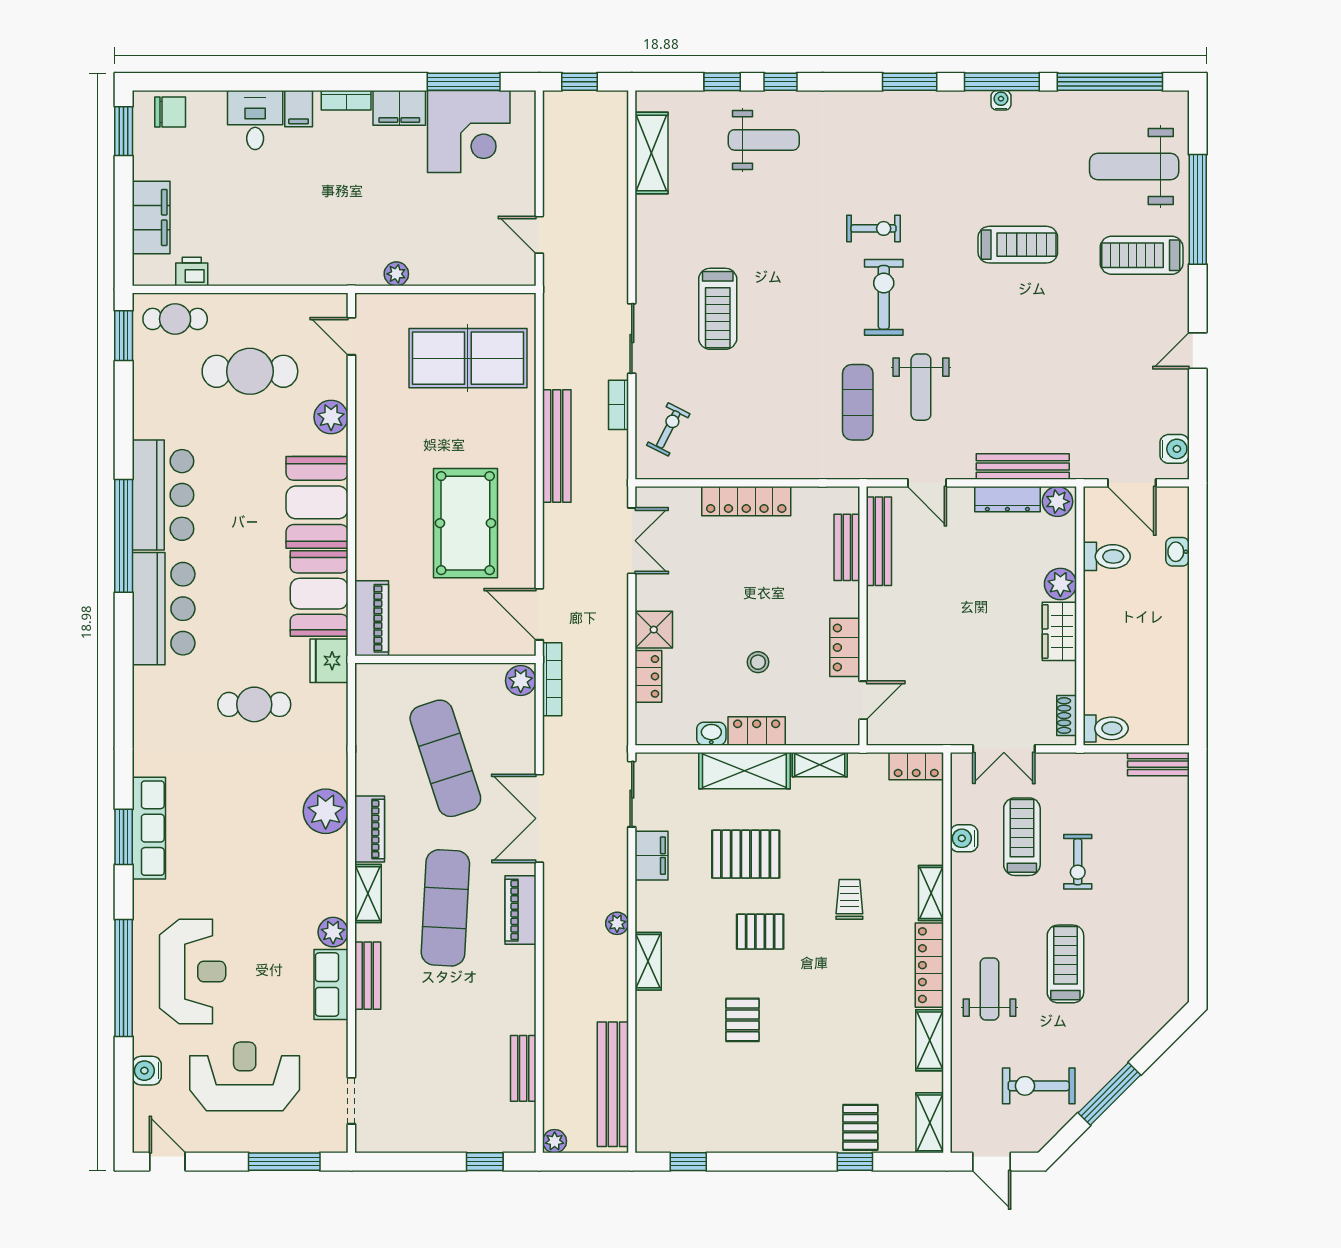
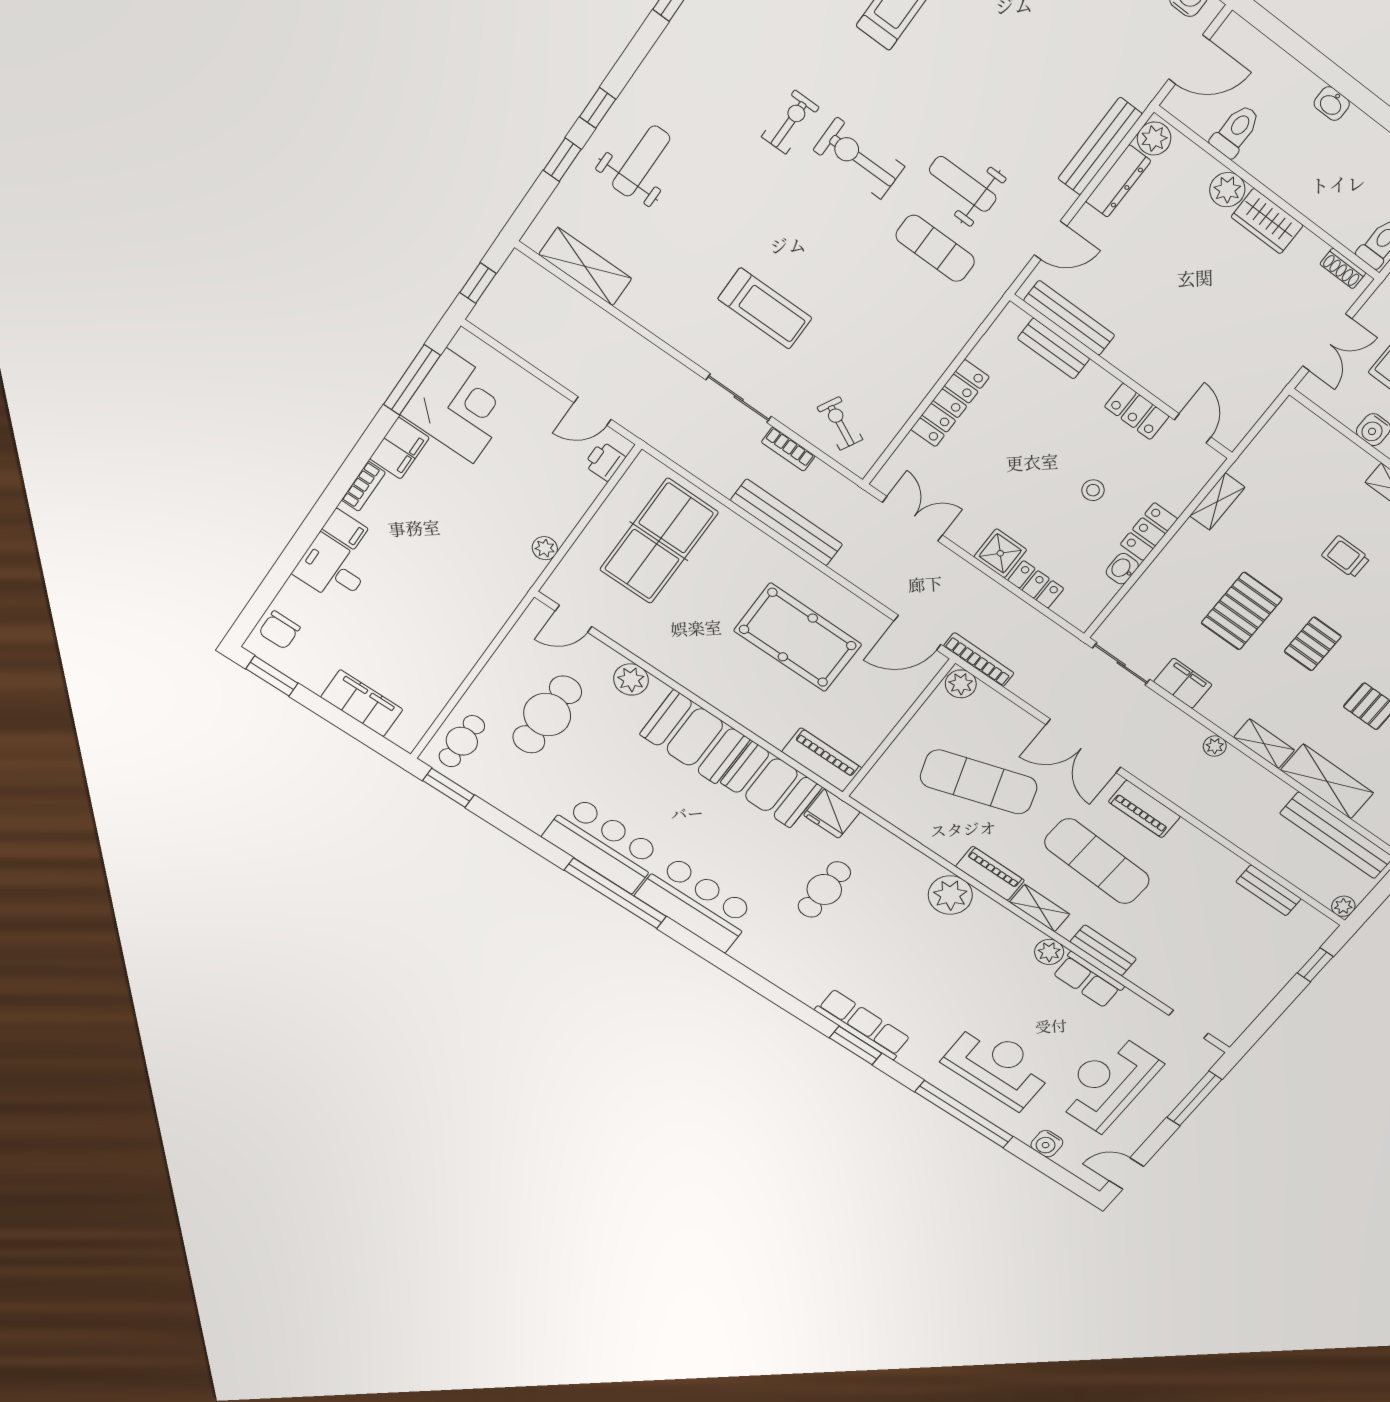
chair: (170, 112) -> (279, 630), turned 180
printer: (192, 271) -> (605, 461), moved
weight bench: (921, 387) -> (963, 184), turned 180
washbasin: (1177, 552) -> (1332, 104), moved
locker: (916, 766) -> (1282, 425), removed
shelving: (744, 771) -> (1327, 781), moved, turned 90

